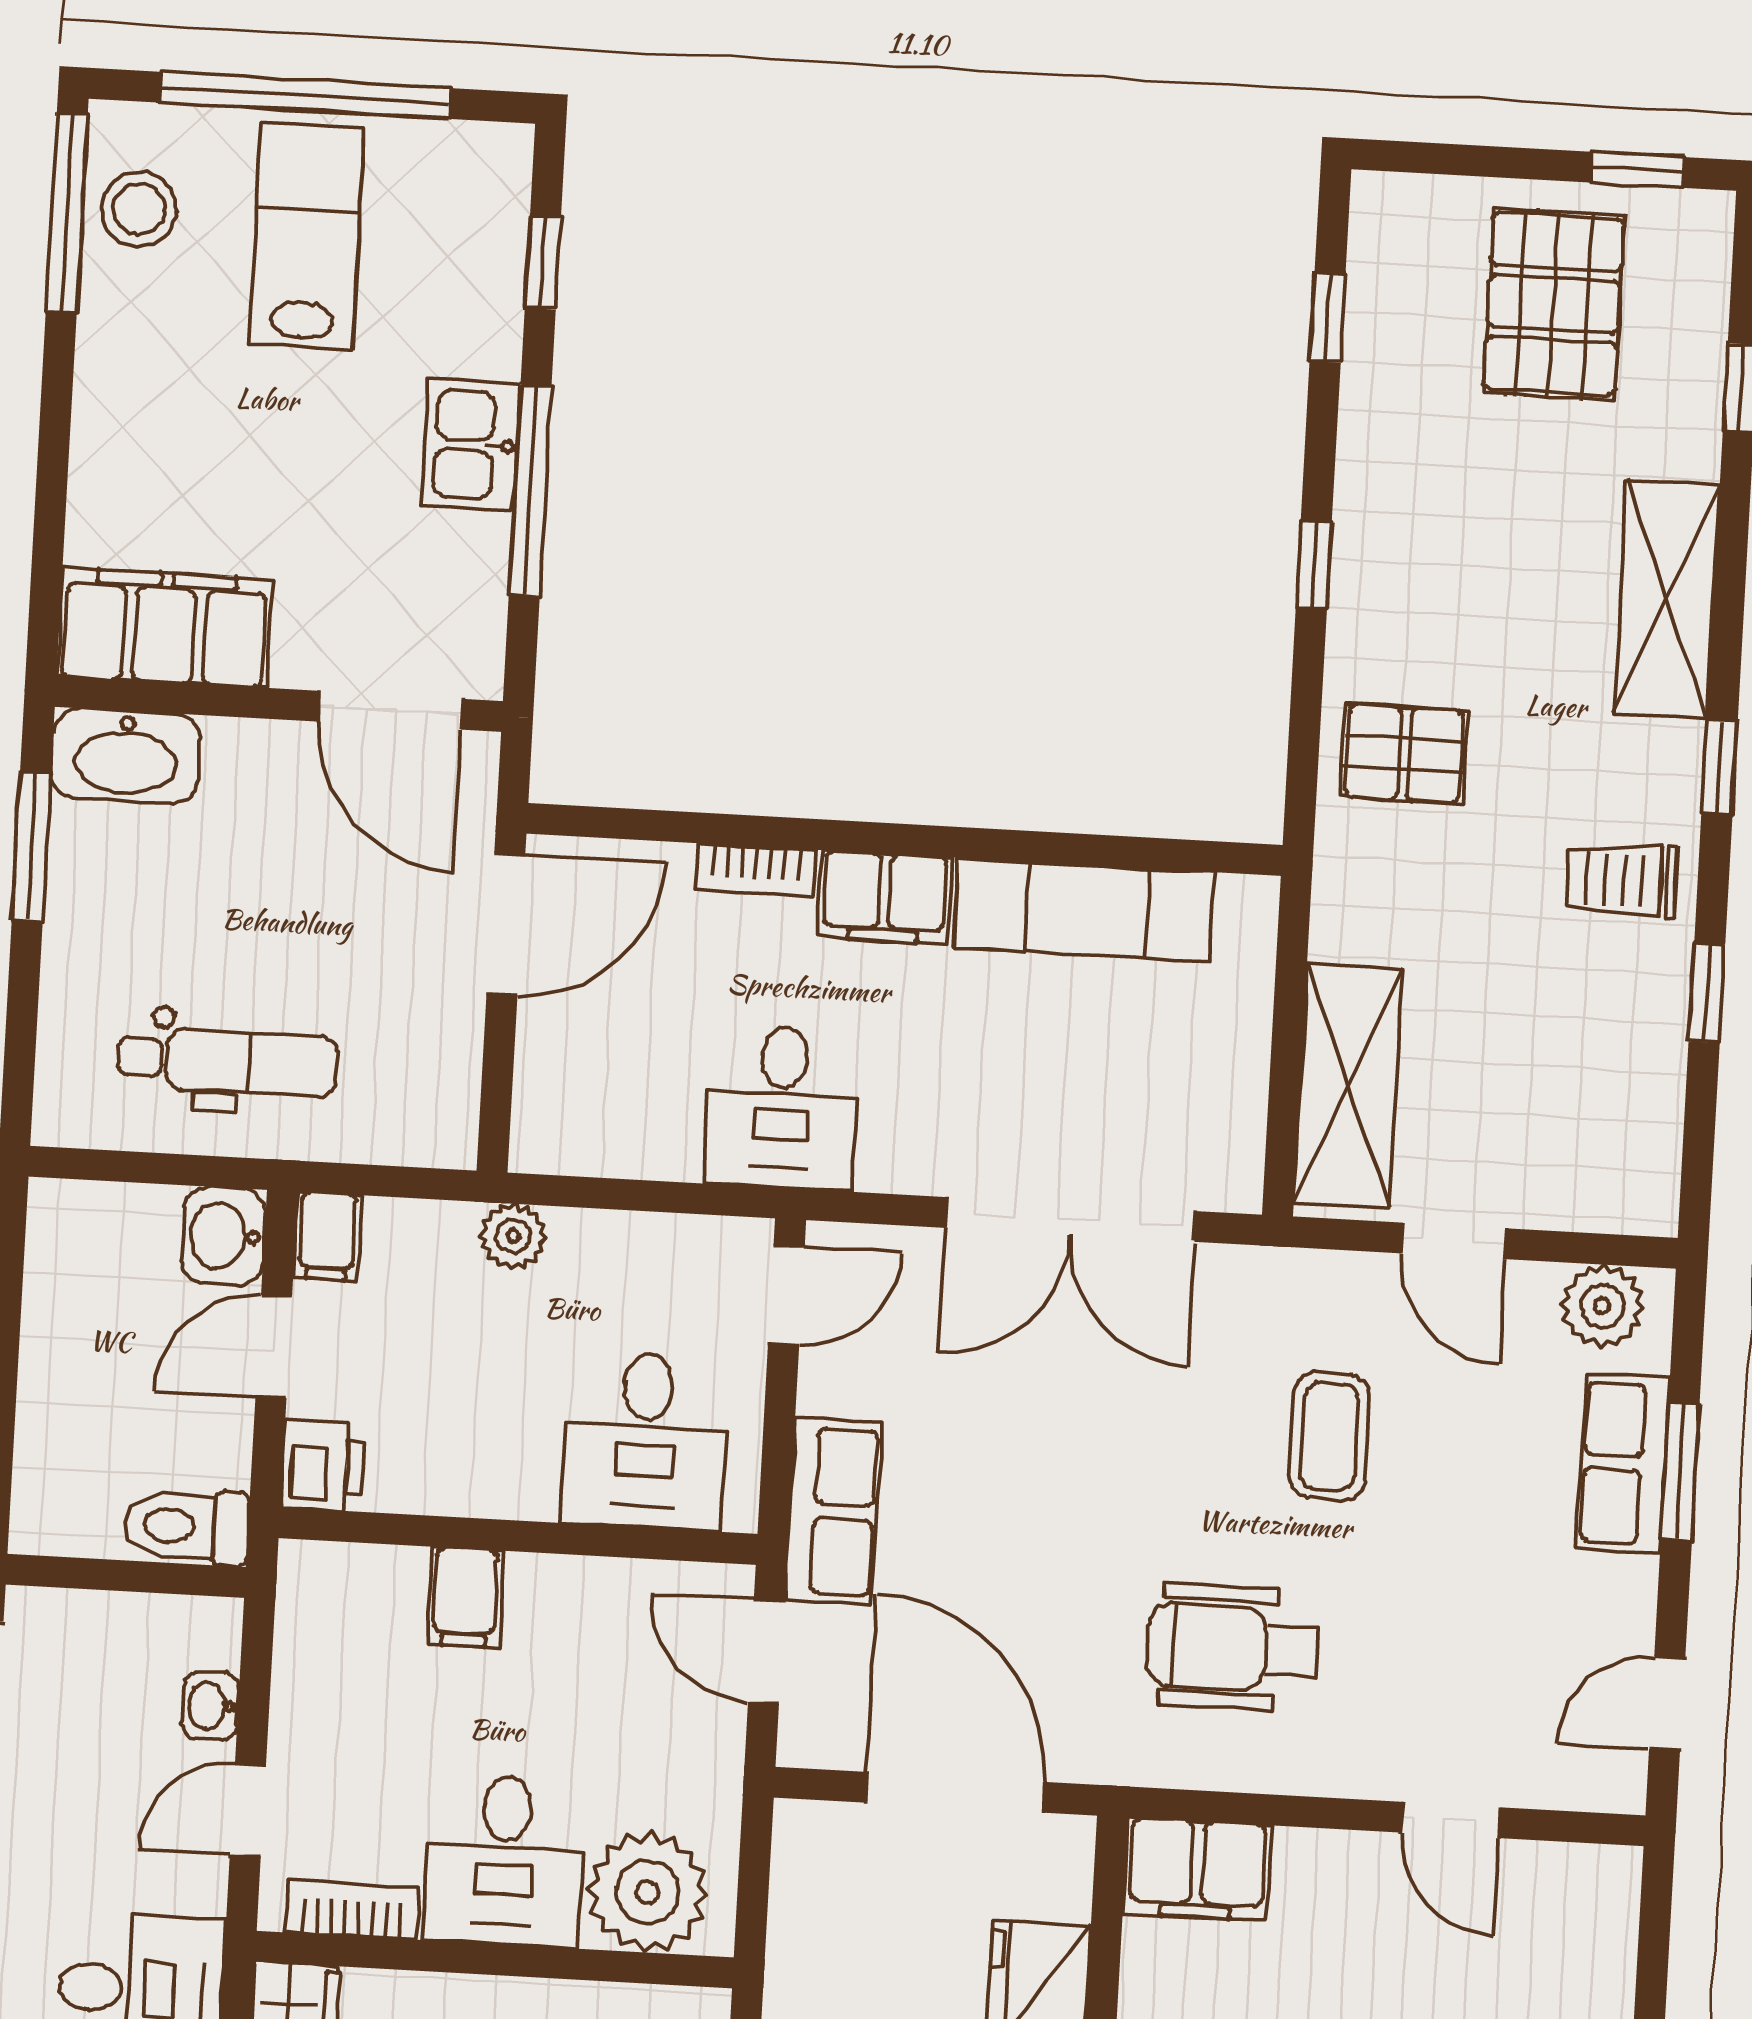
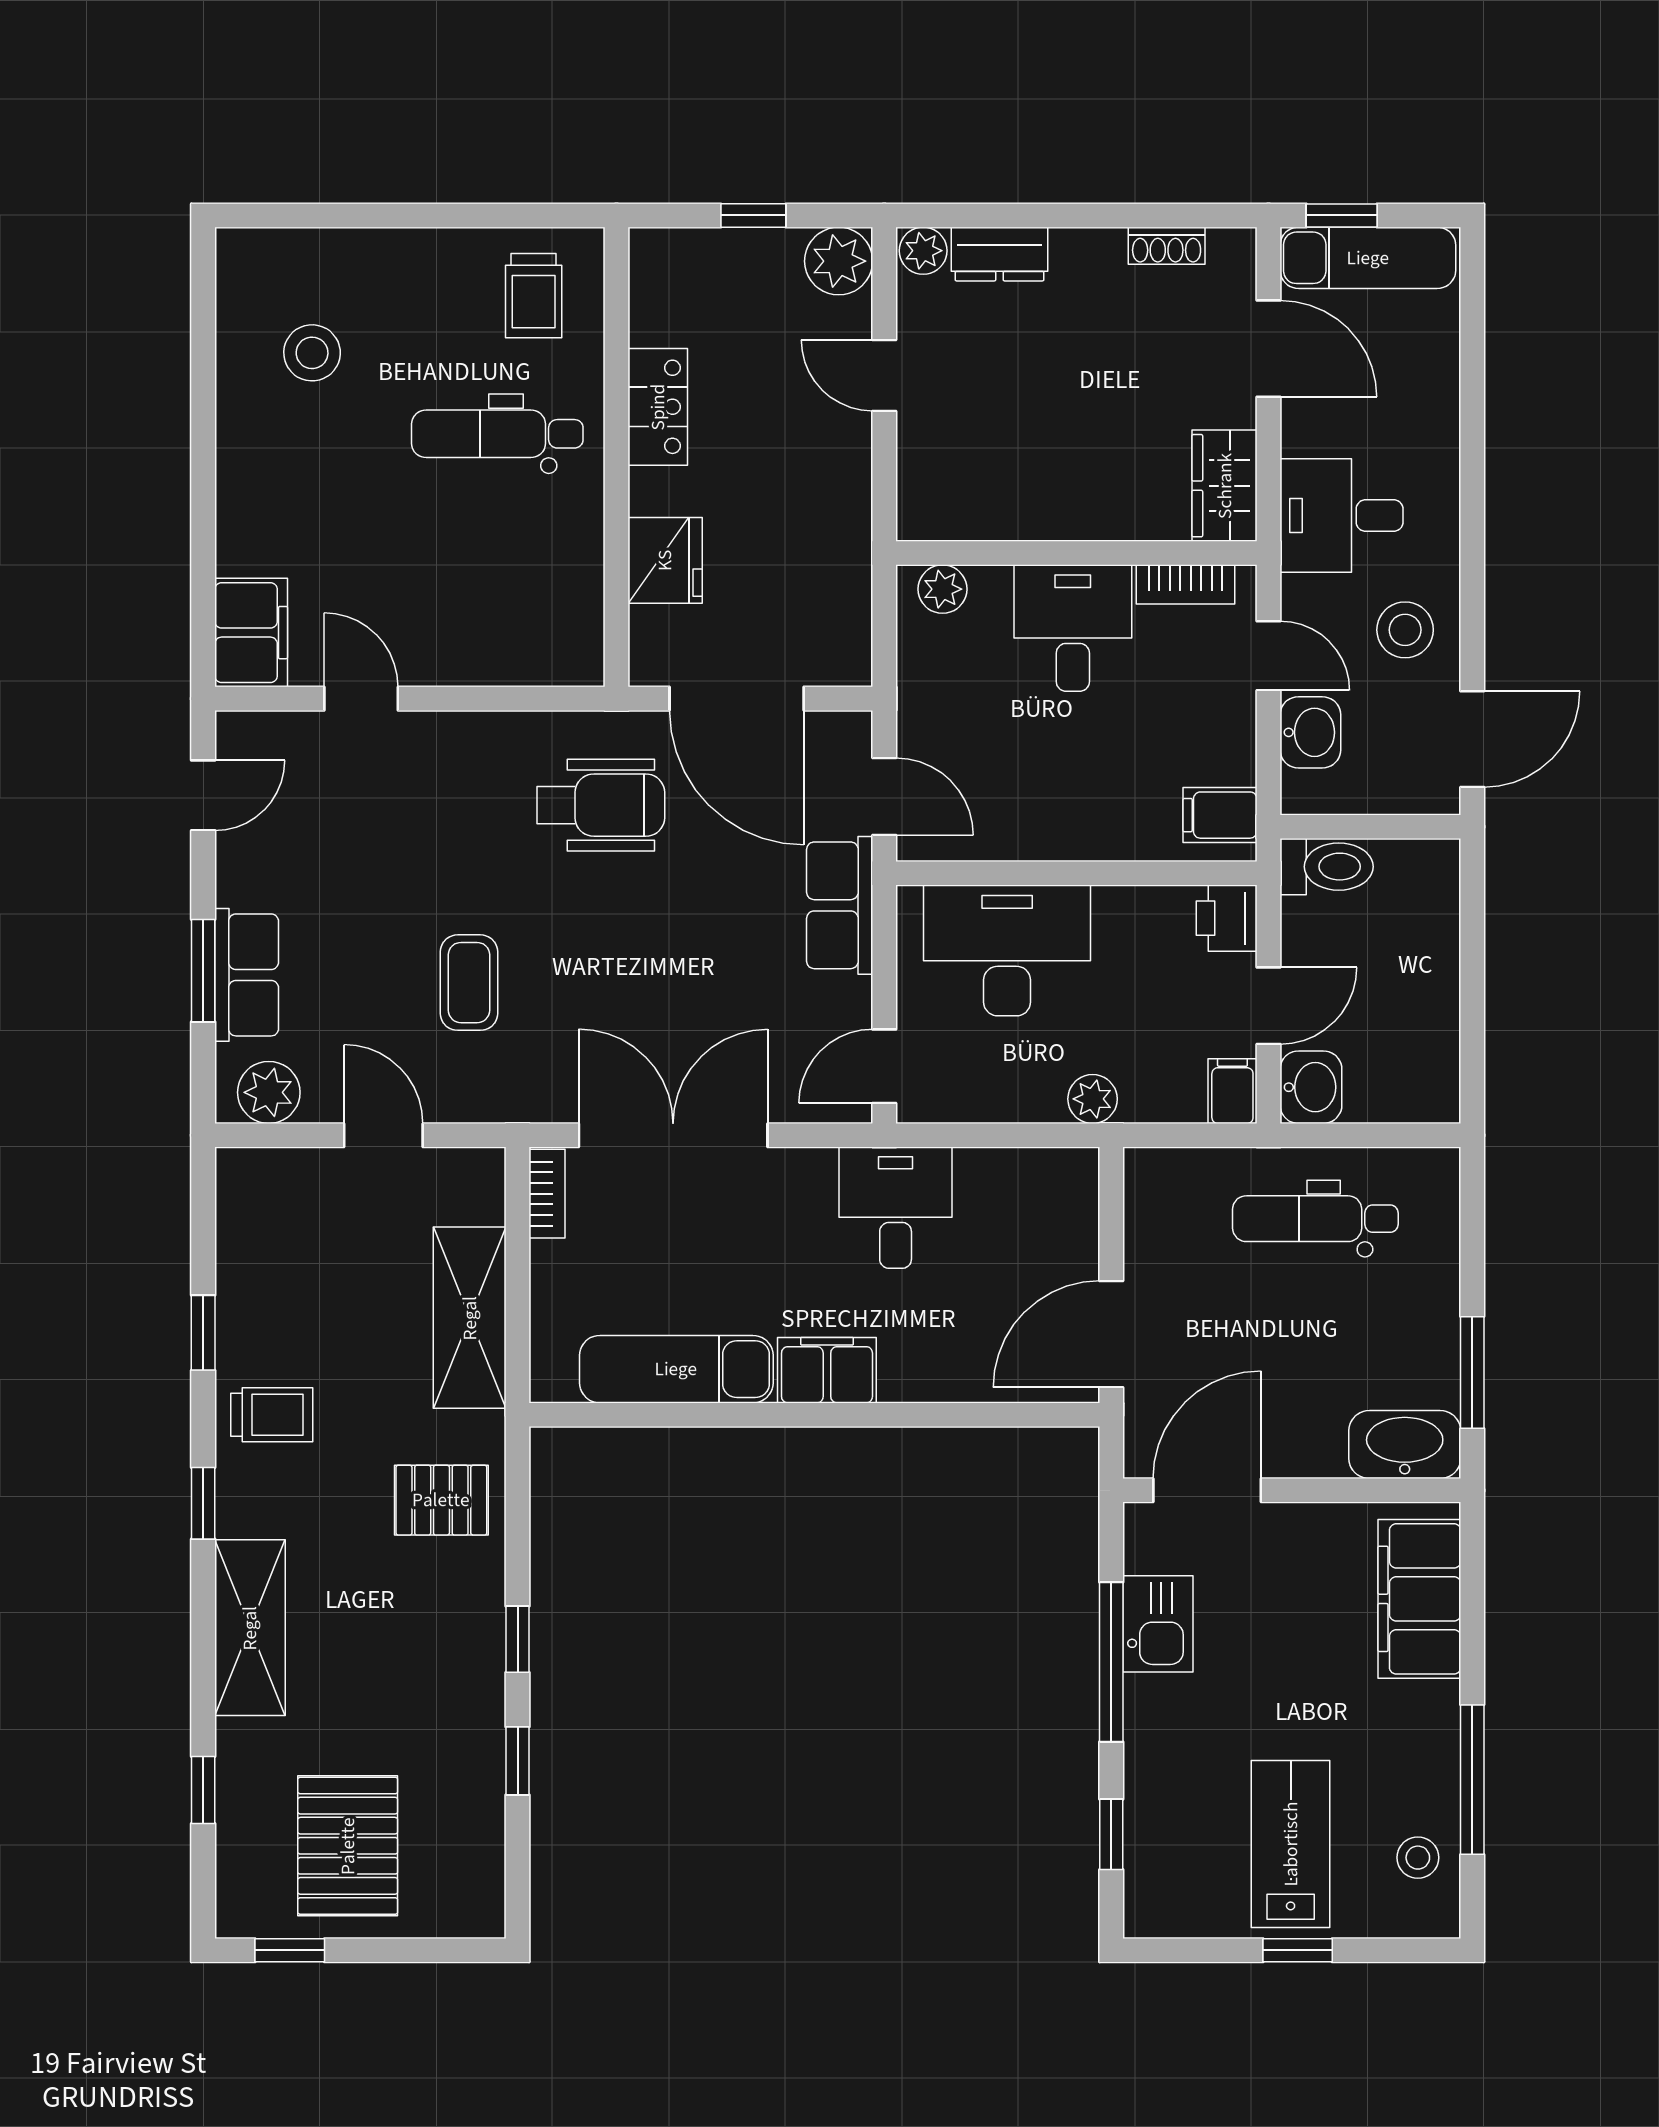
window: (305, 95) -> (1298, 1950), width x0.32
stool: (139, 209) -> (1418, 1858), width x0.73, depth x0.73
window: (67, 213) -> (1472, 1780), moved
lab bench: (307, 236) -> (1291, 1844), turned 180
window: (1328, 318) -> (518, 1761), moved
kitchen sink: (471, 445) -> (1158, 1624), moved
filing cabinet: (165, 627) -> (1419, 1599), moved, turned 90
door: (391, 710) -> (1207, 1490), hinge flipped
bookcase: (755, 870) -> (547, 1194), moved, turned 90
shelving: (1348, 1086) -> (470, 1318), moved
desk: (645, 1441) -> (1007, 950), width x1.37
filing cabinet: (465, 1597) -> (1220, 815), moved, turned -90
wheelchair: (1232, 1648) -> (601, 805), moved
washbasin: (211, 1706) -> (1310, 732), width x1.38, depth x1.45
door: (248, 1810) -> (1269, 656), hinge flipped
stool: (65, 1834) -> (1405, 630), added
filing cabinet: (1197, 1869) -> (251, 633), moved, turned 90
plant: (647, 1892) -> (943, 589), width x0.53, depth x0.53

